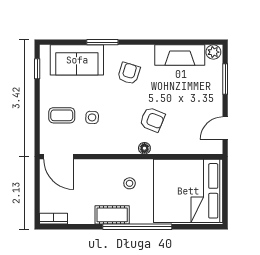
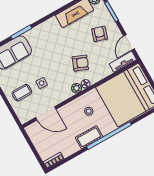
armchair: (129, 73) -> (99, 34), moved
plant: (130, 147) -> (76, 88), added
tv unit: (204, 147) -> (123, 62), added
door: (59, 157) -> (46, 113), moved

